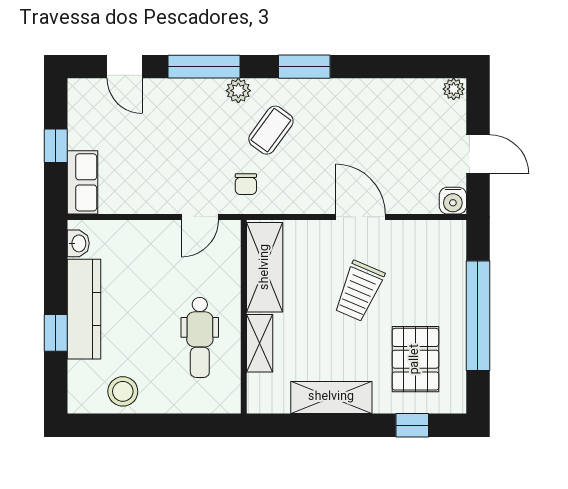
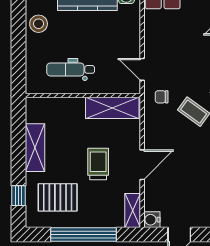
trolley: (359, 291) -> (98, 164), turned 67
shelving: (260, 343) -> (133, 211), moved, turned 90

